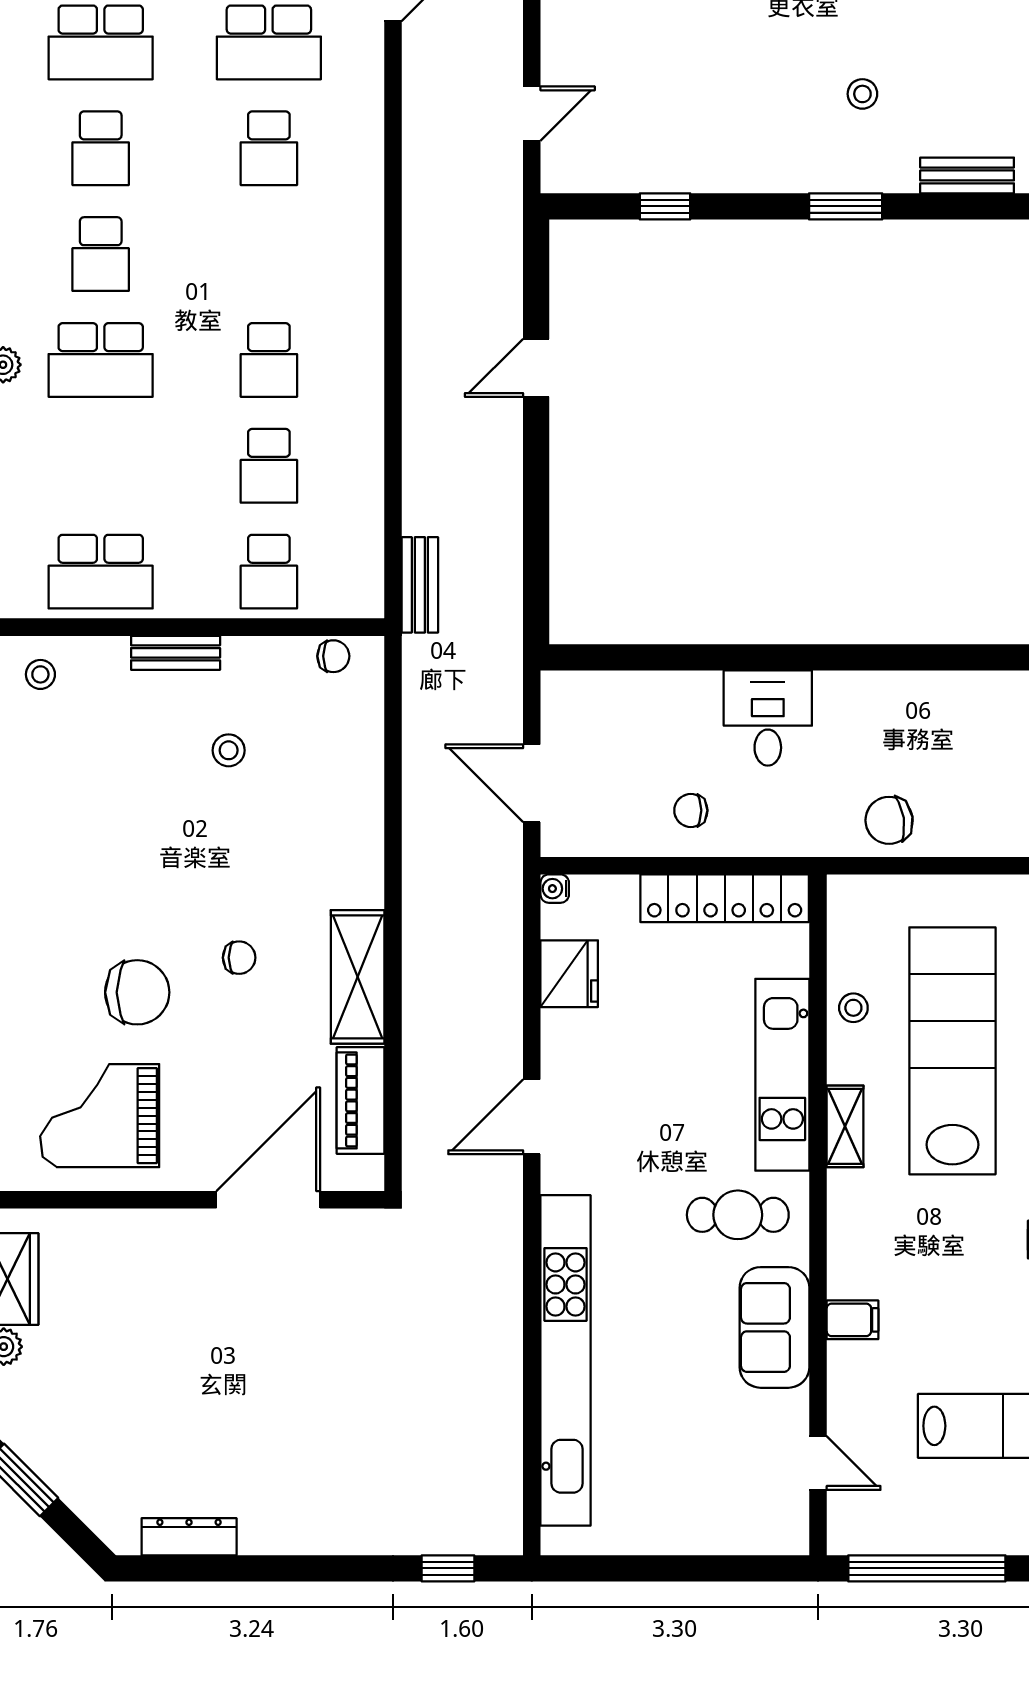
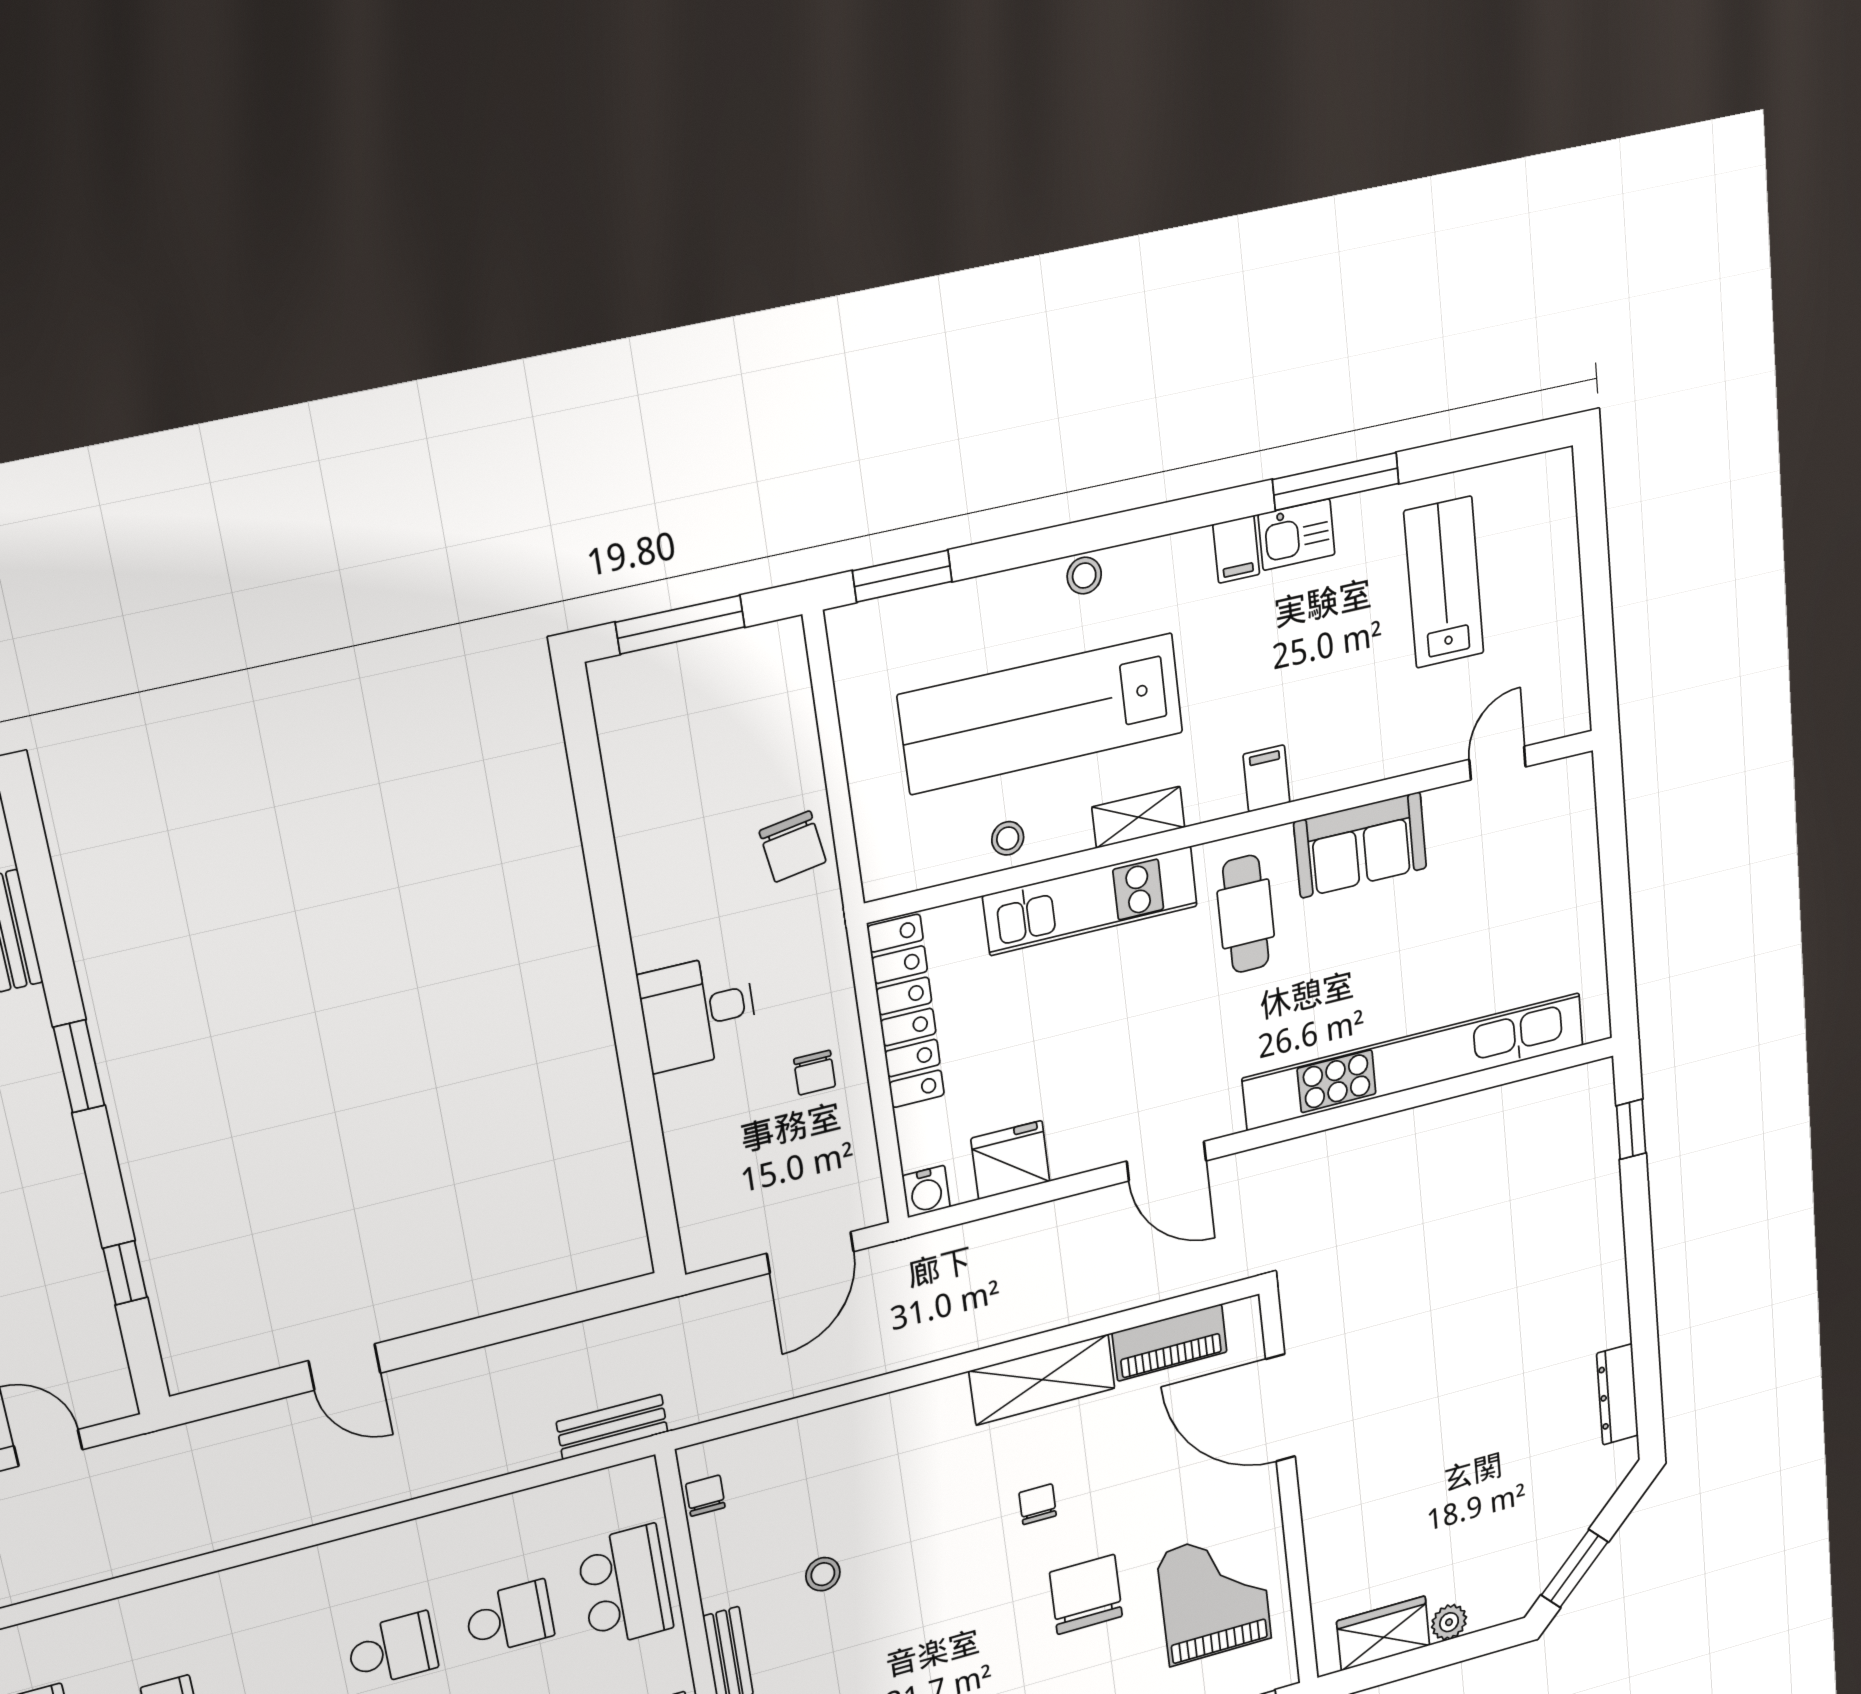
school desk: (269, 572) -> (625, 1586), width x1.85
water cooler: (555, 889) -> (926, 1191), width x1.38, depth x1.38
grand piano: (100, 1116) -> (1214, 1596), turned 180
filing cabinet: (853, 1320) -> (1266, 778), moved
window: (927, 1568) -> (1598, 616), removed

